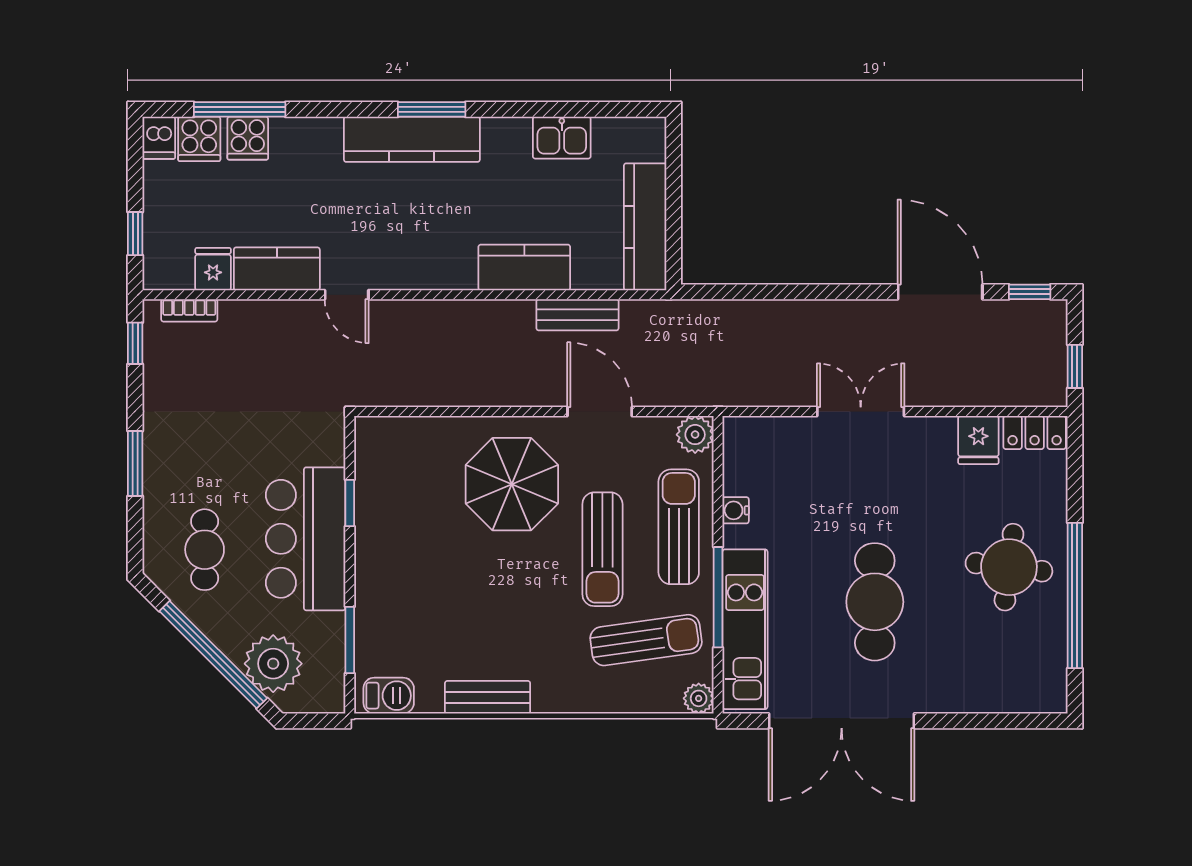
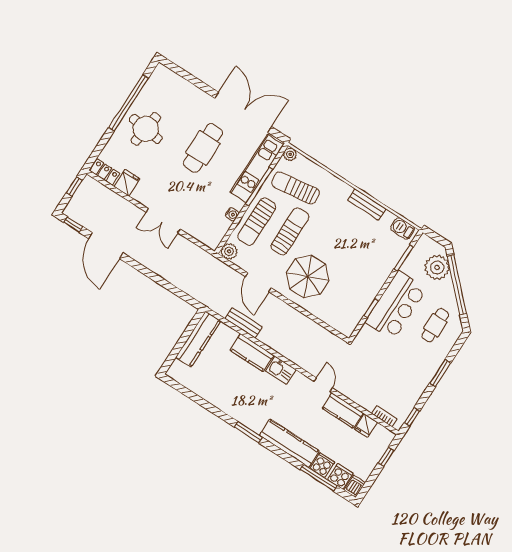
kitchen sink: (562, 138) -> (281, 370), moved, turned 180
kitchen counter: (412, 139) -> (289, 443), moved

